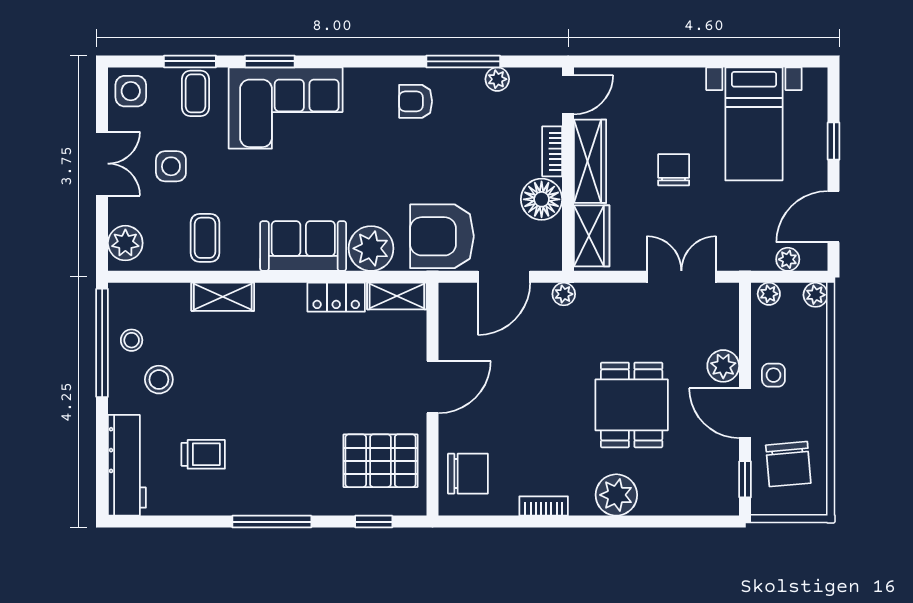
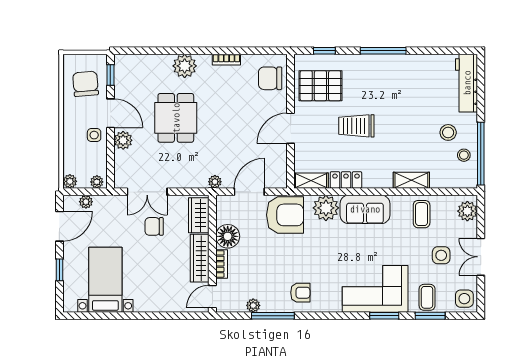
chair: (674, 170) -> (154, 226), moved, turned 90
trolley: (203, 454) -> (356, 126), moved, width x1.36, depth x1.39

